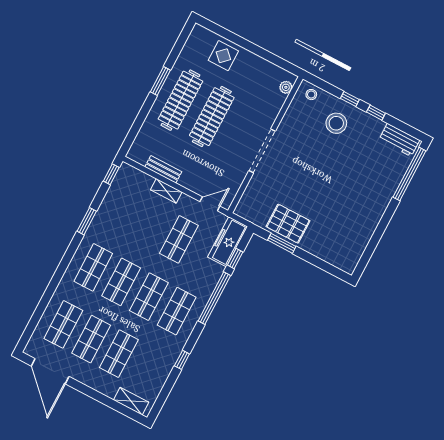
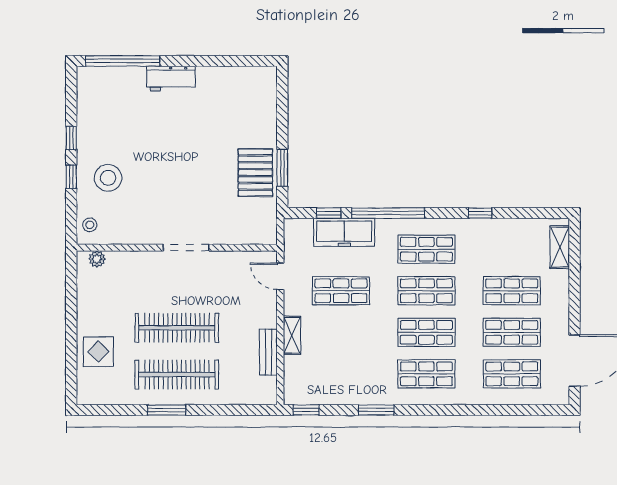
workbench: (399, 140) -> (171, 79), moved, turned 90
doorway: (262, 151) -> (186, 248), width x0.73
freezer: (228, 242) -> (344, 232), moved

